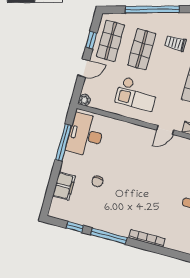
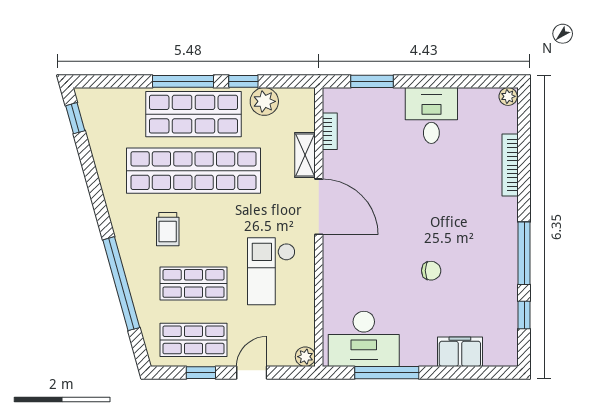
door: (84, 68) -> (252, 373), hinge flipped
checkout: (137, 94) -> (271, 271), turned 180
door: (165, 130) -> (319, 207), width x1.87
chair: (97, 181) -> (431, 271), moved
bookcase: (147, 238) -> (510, 165), moved

